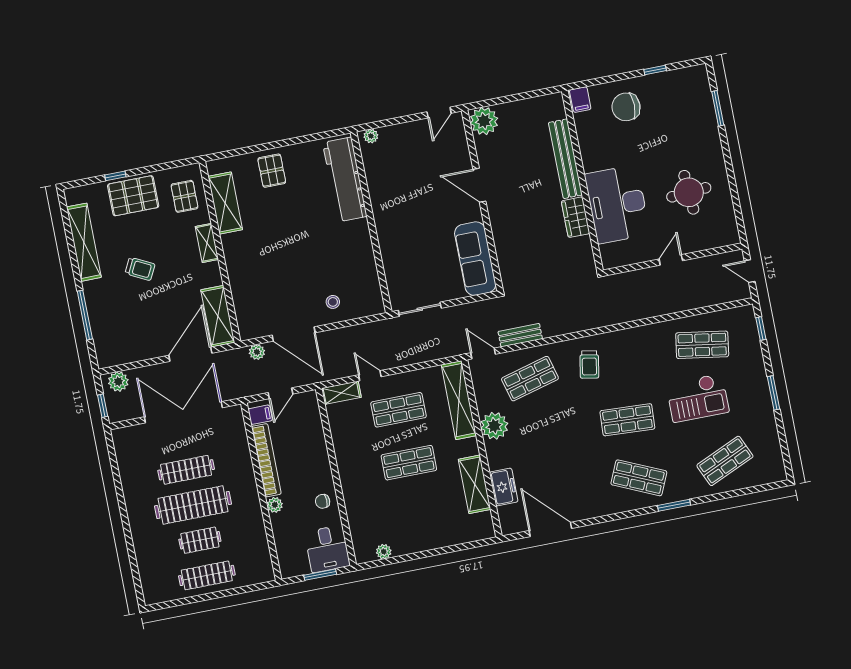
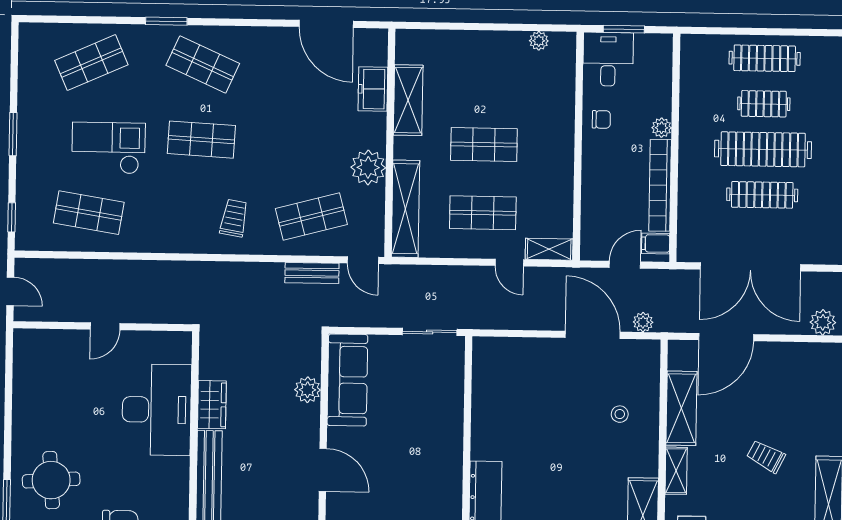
round table: (689, 192) -> (51, 480), moved
plant: (504, 244) -> (308, 390), added
stool: (333, 302) -> (620, 414), moved
shelving: (218, 316) -> (681, 408), moved

